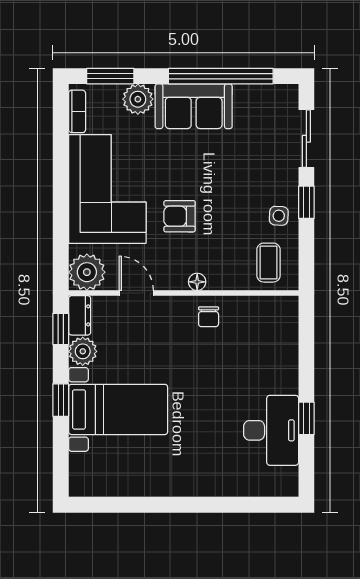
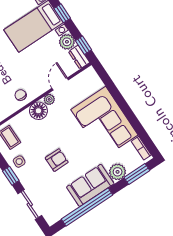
armchair: (180, 216) -> (57, 160), moved
plant: (87, 272) -> (49, 99), moved, width x0.53, depth x0.53
floor lamp: (197, 282) -> (38, 111), width x1.89, depth x1.89
door: (136, 293) -> (60, 84), swing flipped

